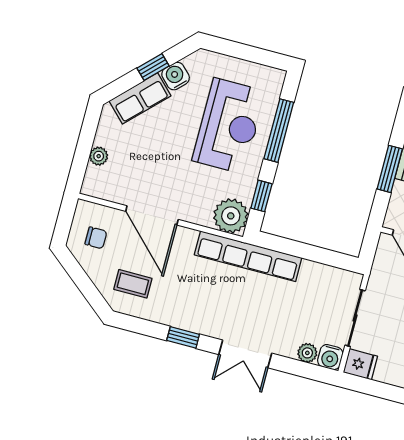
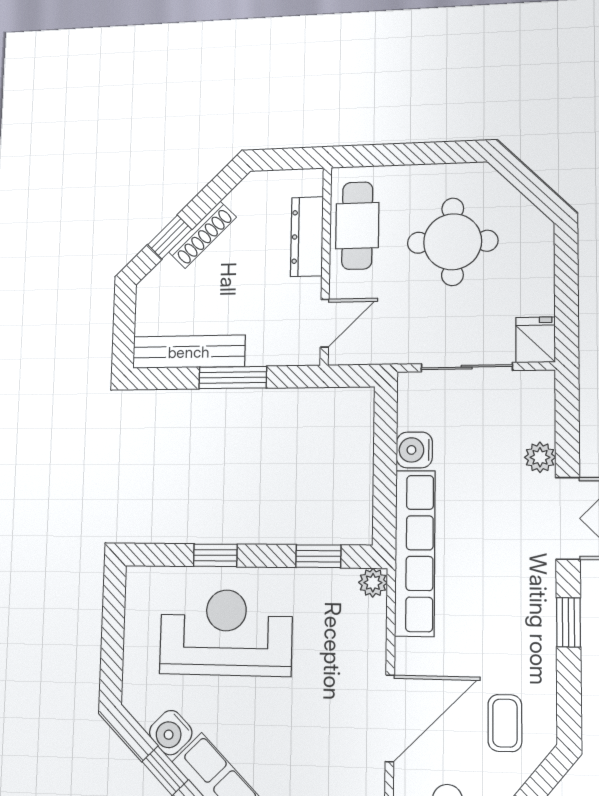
window: (279, 131) -> (215, 555), width x0.46
plant: (231, 216) -> (373, 583), width x0.53, depth x0.53
plant: (307, 353) -> (540, 457), moved
water cooler: (330, 357) -> (414, 450), moved, turned 180

